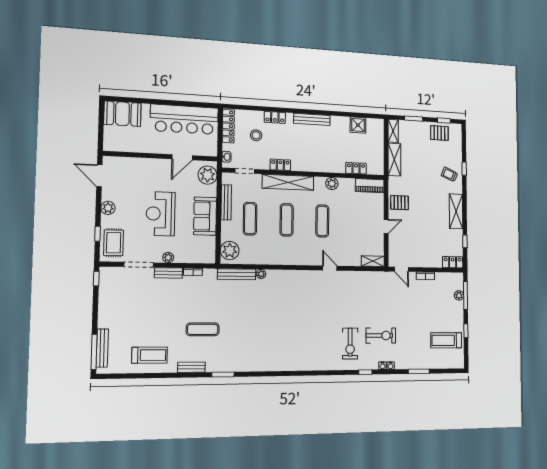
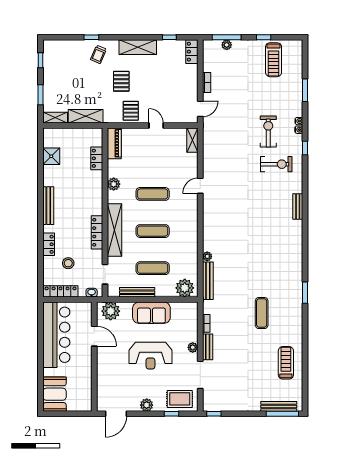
pallet: (439, 133) -> (121, 81), moved
locker: (280, 165) -> (97, 232), width x1.53
bench: (191, 367) -> (298, 206), moved

